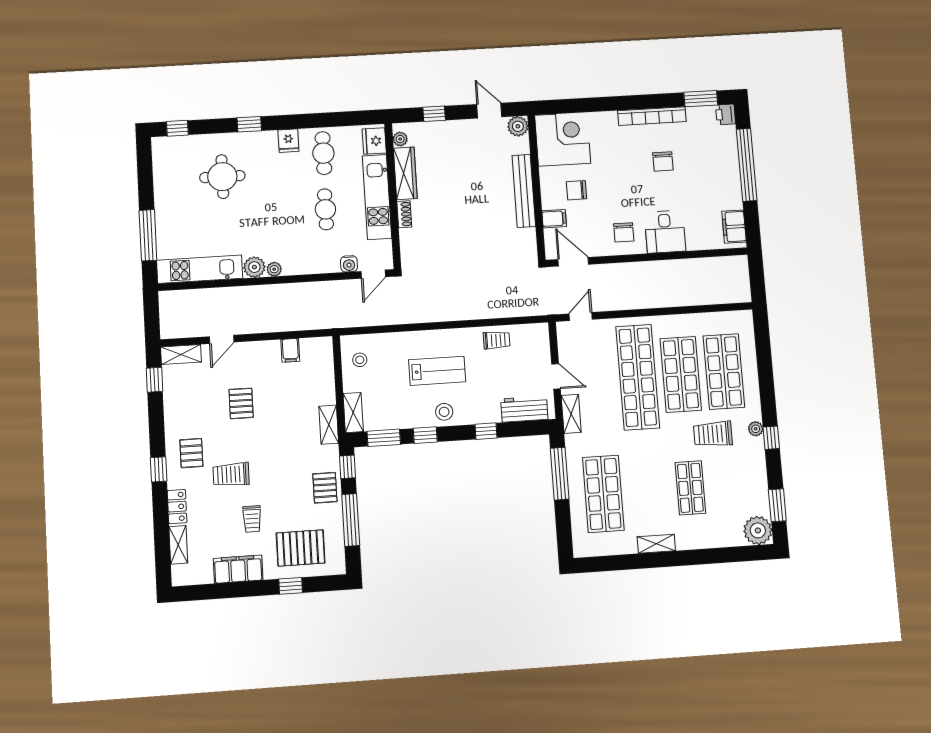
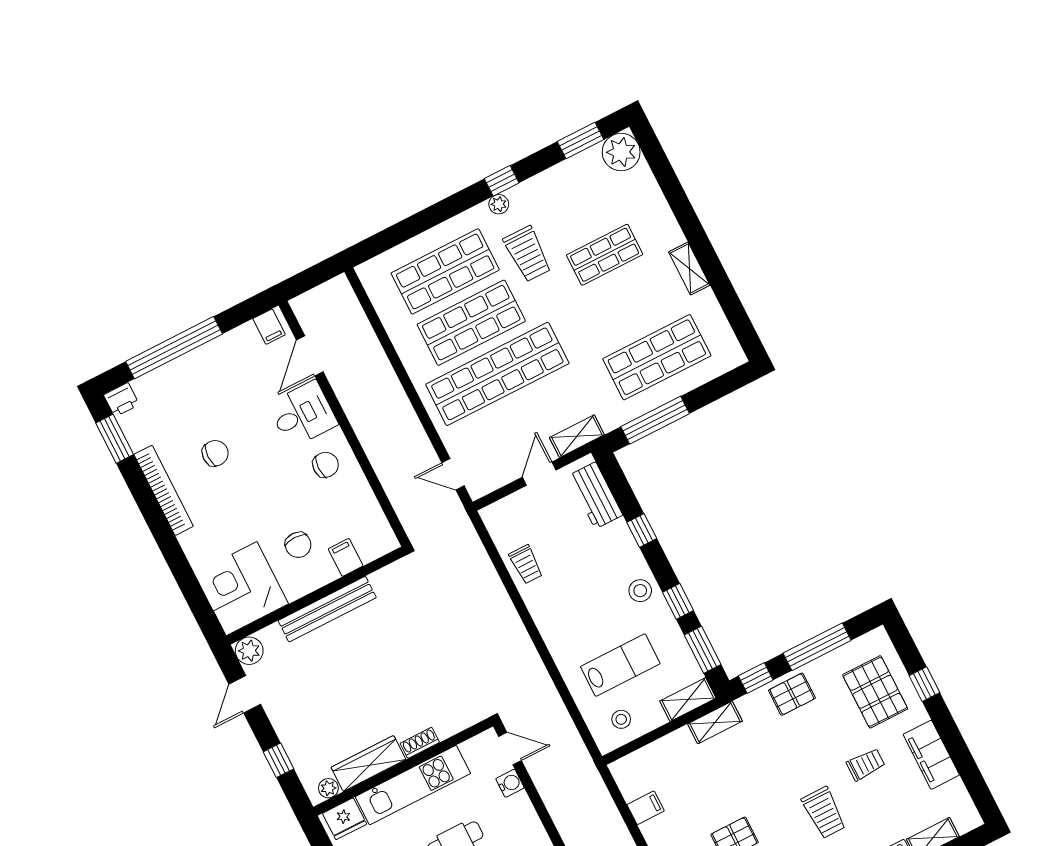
filing cabinet: (734, 227) -> (269, 327), width x0.50
door: (573, 262) -> (310, 356), moved
trolley: (497, 340) -> (526, 564), turned 180
lab bench: (437, 371) -> (620, 665), moved, turned 90

